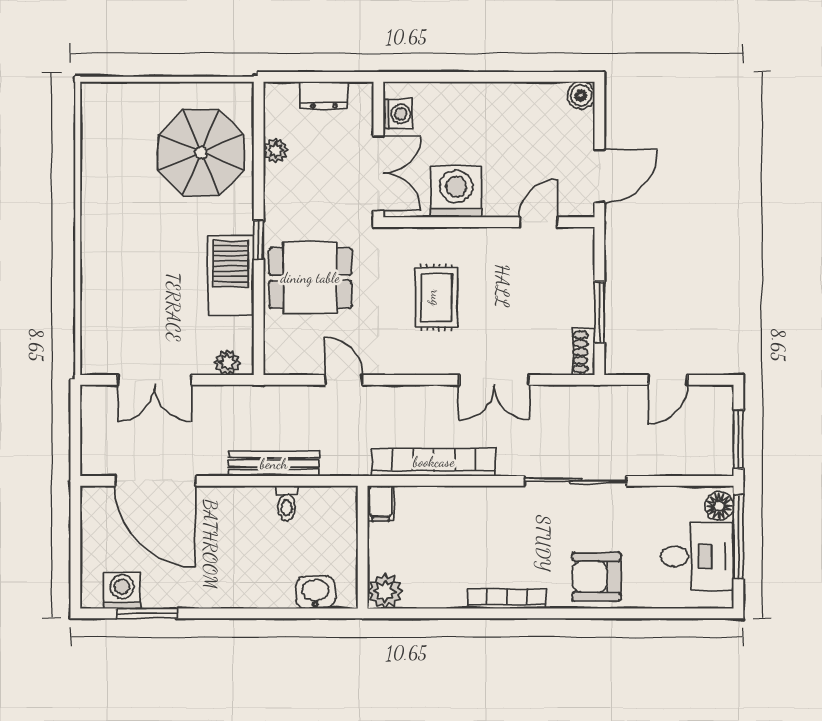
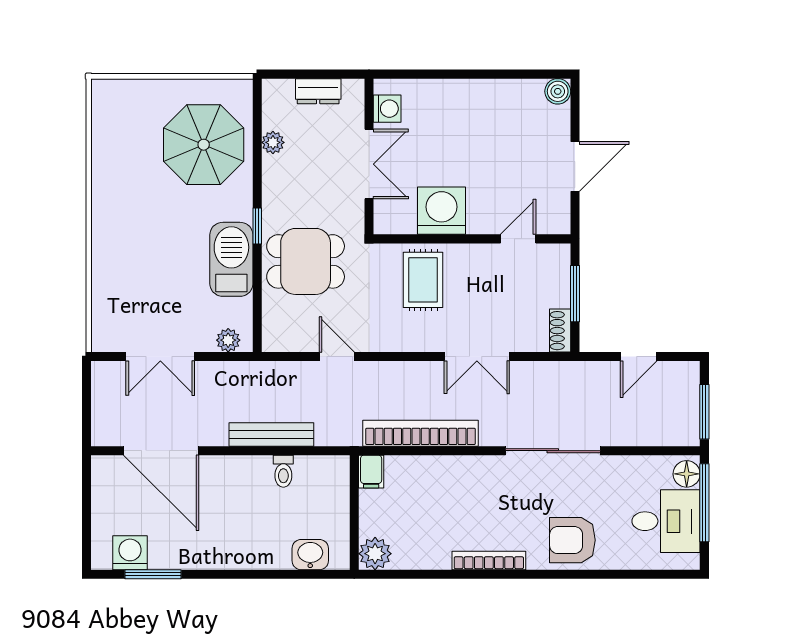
washing machine: (456, 192) -> (441, 211), moved
wall: (489, 222) -> (472, 239), moved
door: (538, 222) -> (518, 239), moved

